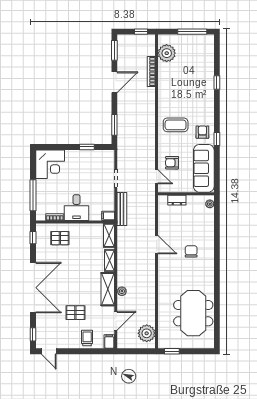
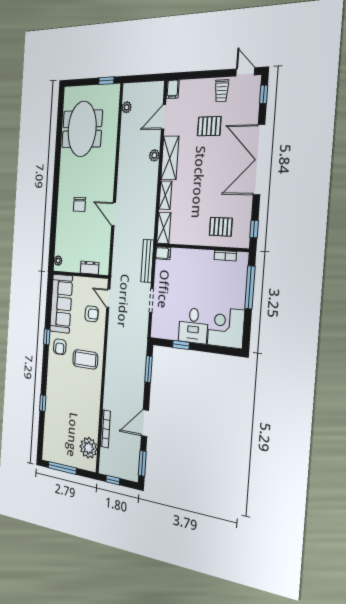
desk: (77, 208) -> (193, 326), moved, turned 180
plant: (147, 333) -> (127, 107), width x0.53, depth x0.53
trolley: (87, 338) -> (222, 91), moved

